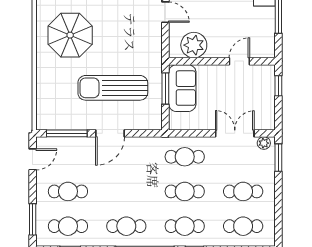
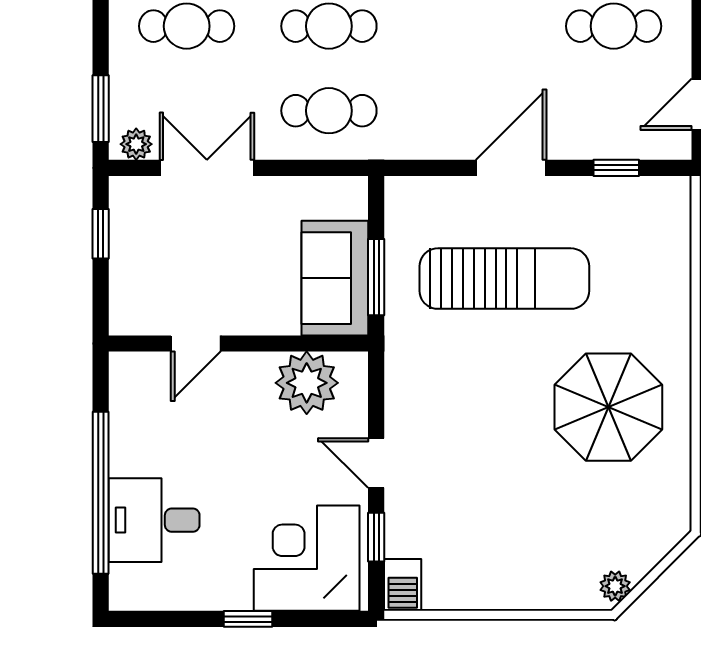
window: (278, 86) -> (101, 234), moved
window: (67, 133) -> (616, 168), width x0.46
double door: (235, 133) -> (207, 168), swing flipped

